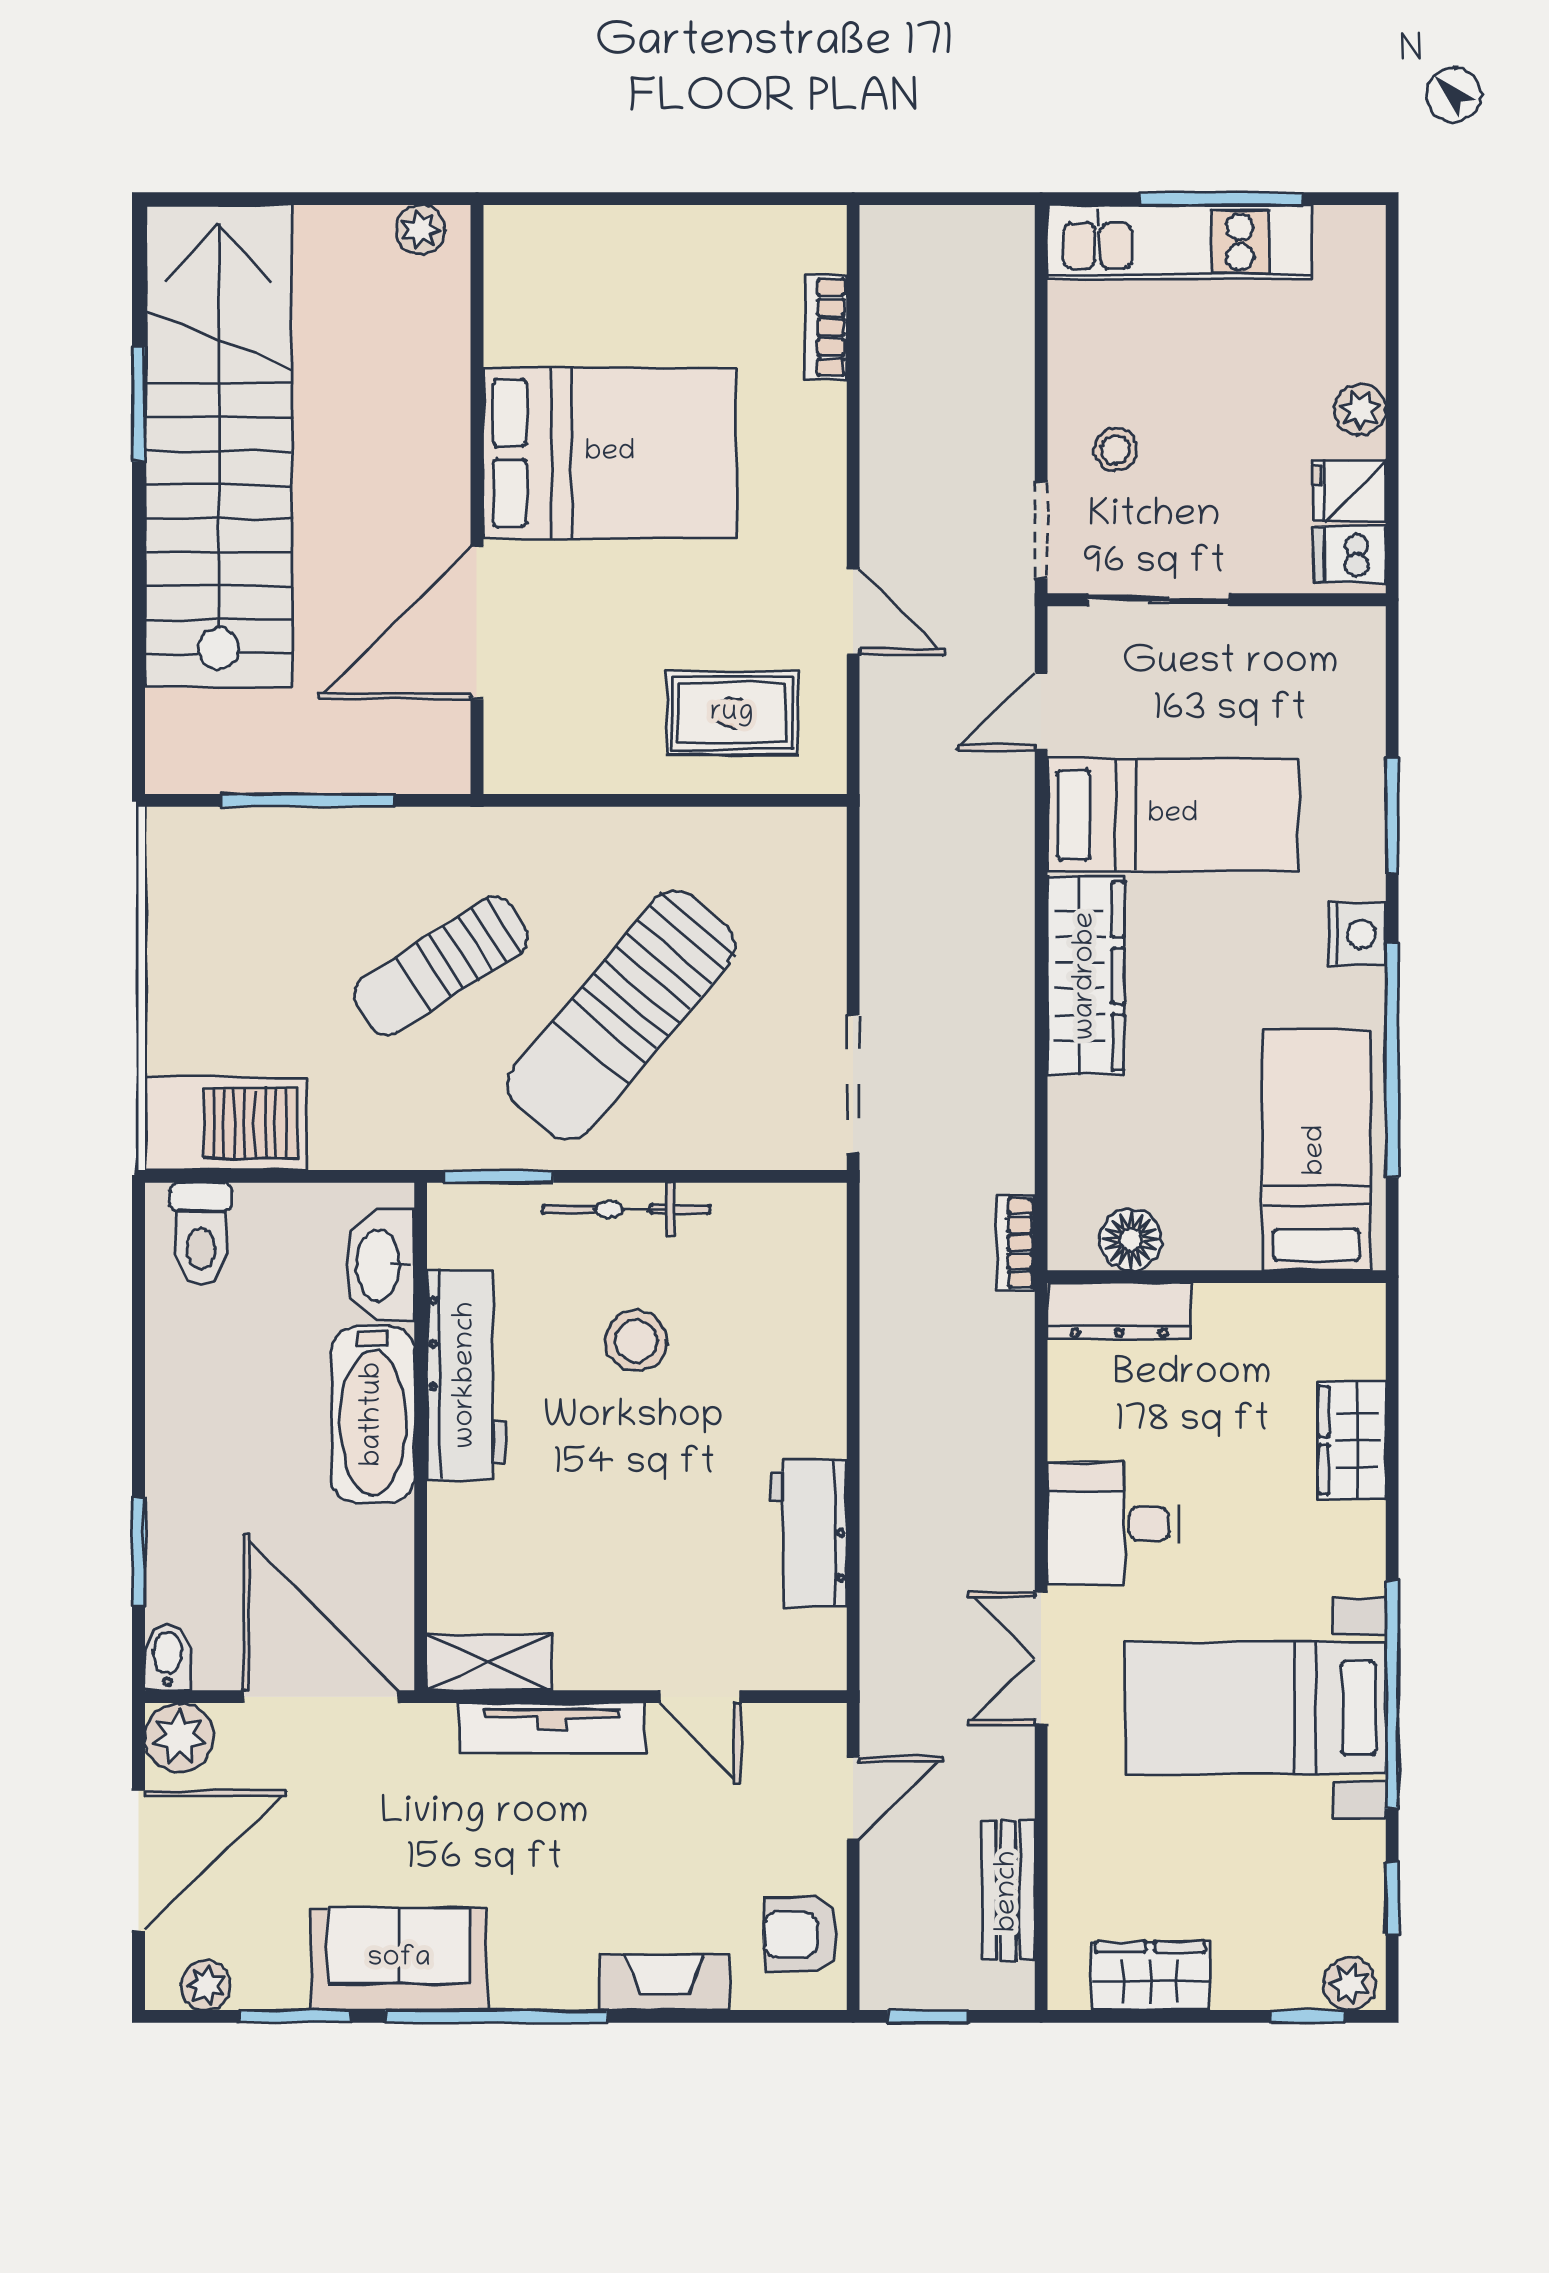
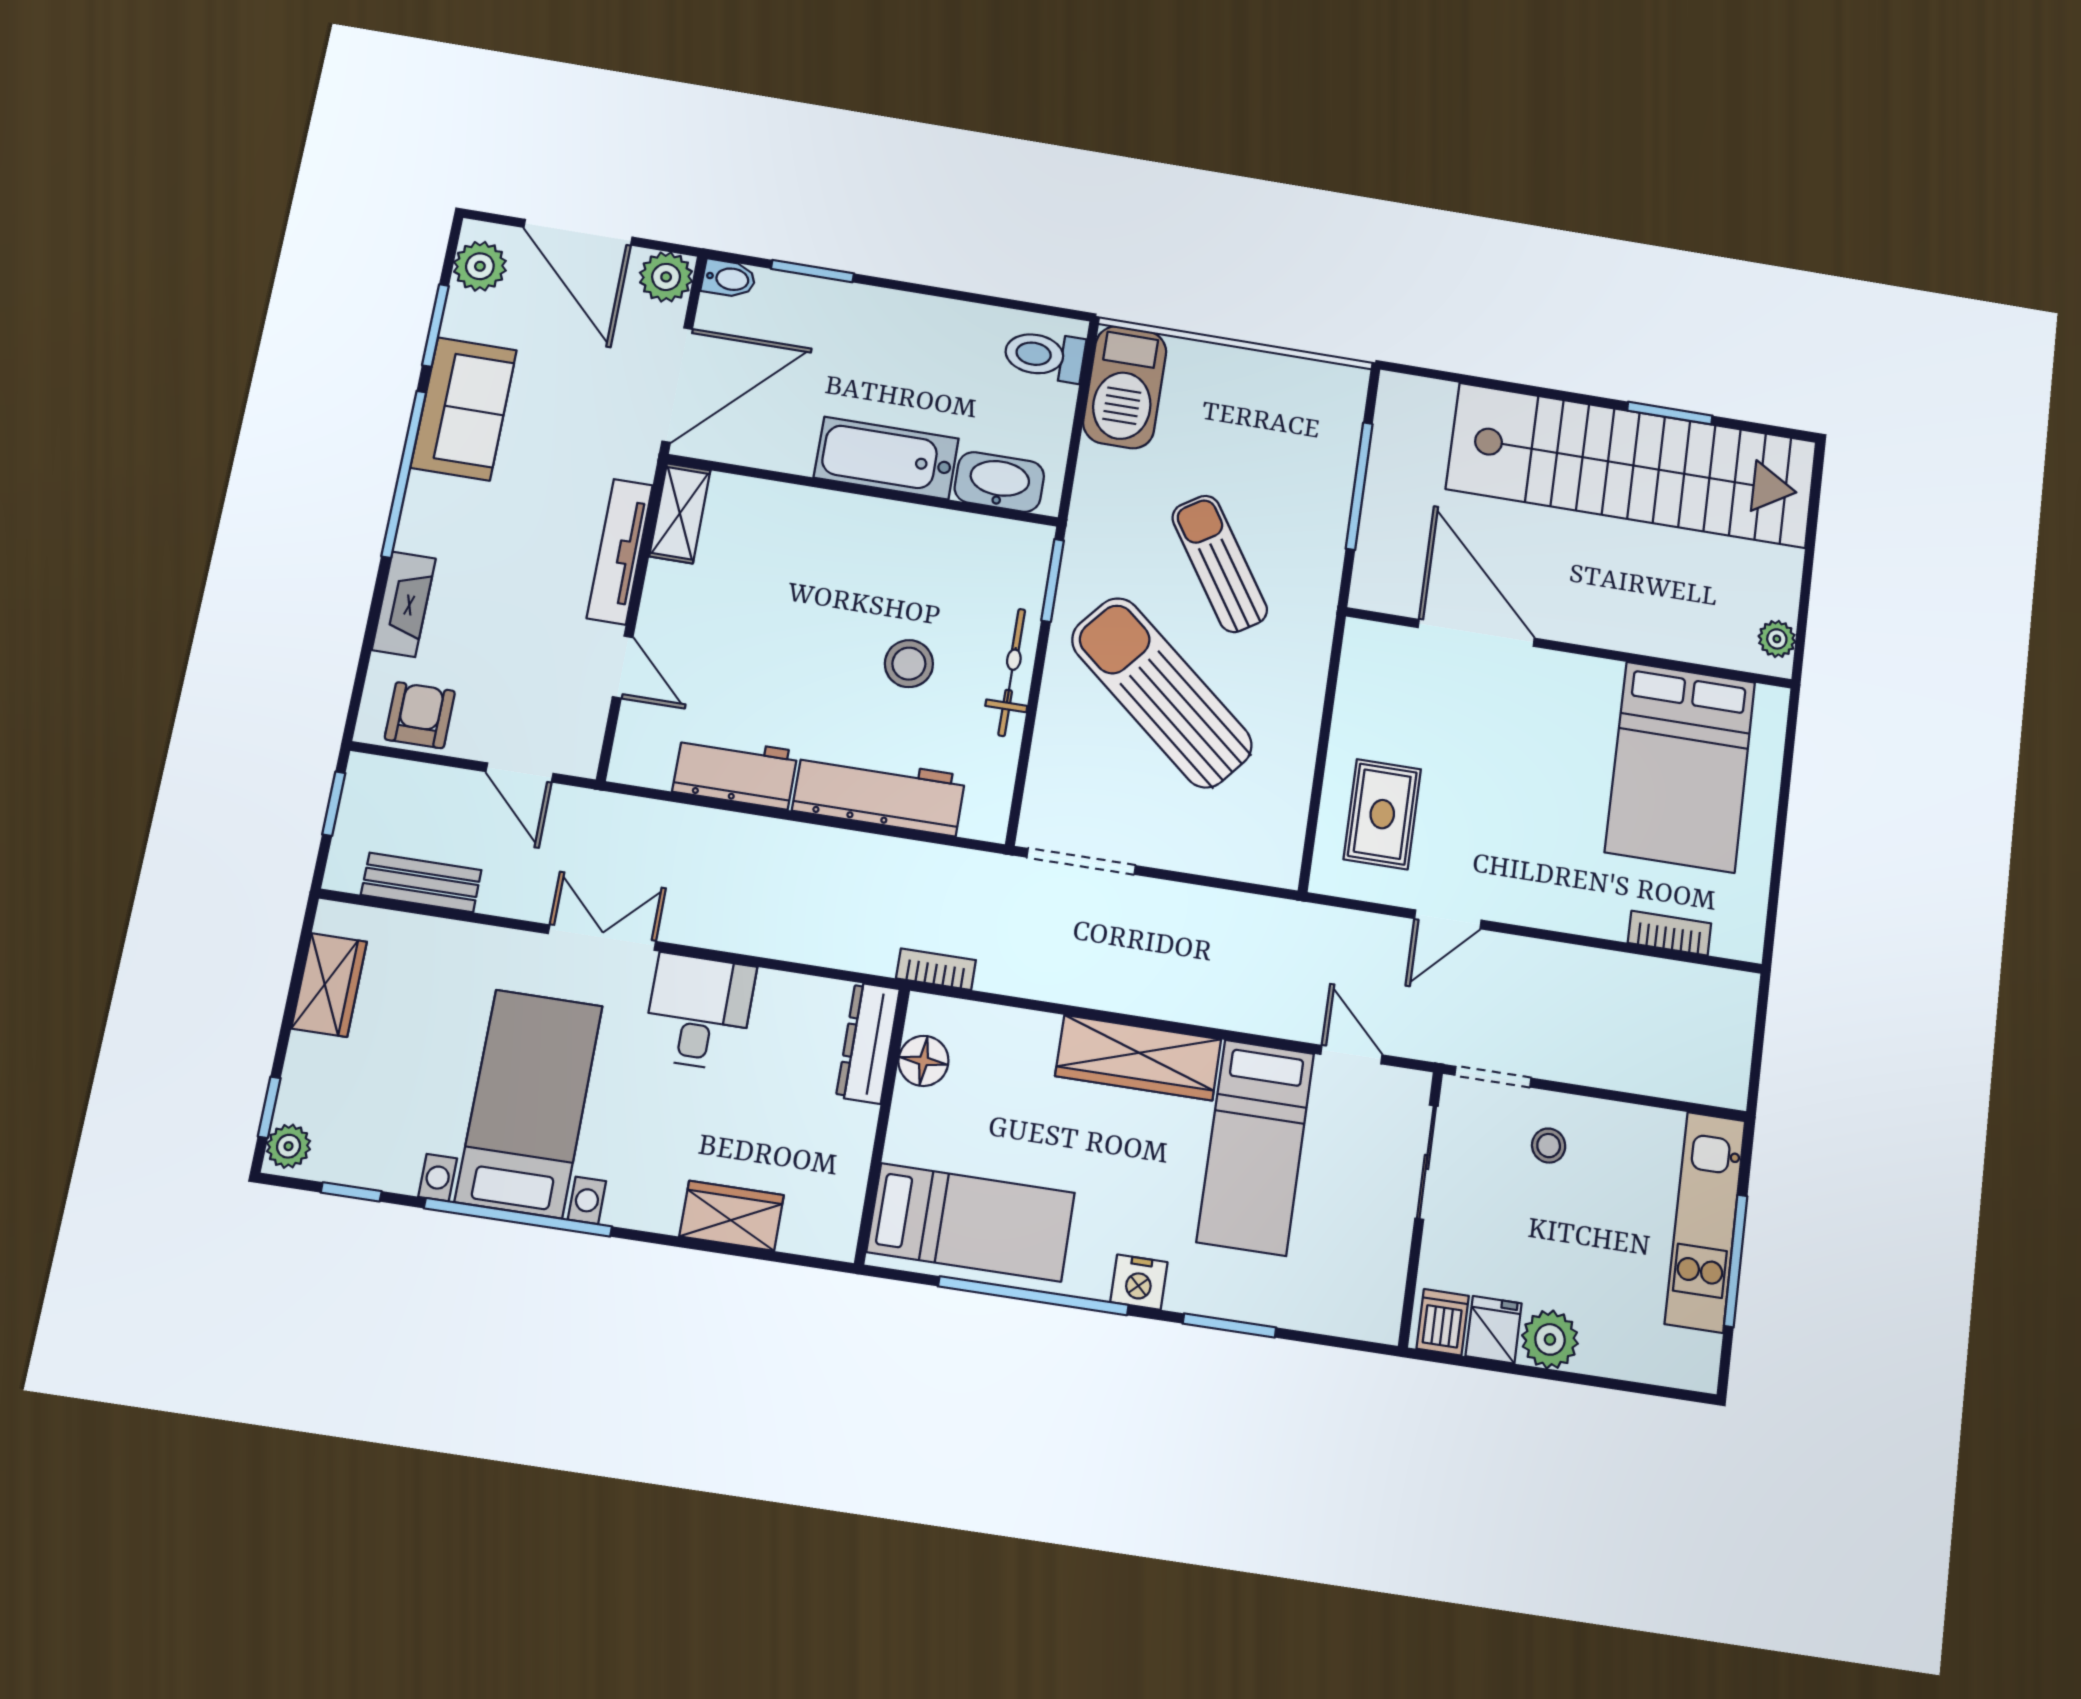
plant: (1360, 410) -> (1550, 1339), width x1.38, depth x1.38
bed: (610, 453) -> (1680, 767), moved
workbench: (466, 1375) -> (879, 793), moved, turned 180
door: (699, 1697) -> (623, 667), swing flipped
plant: (206, 1985) -> (480, 266), width x1.38, depth x1.38

